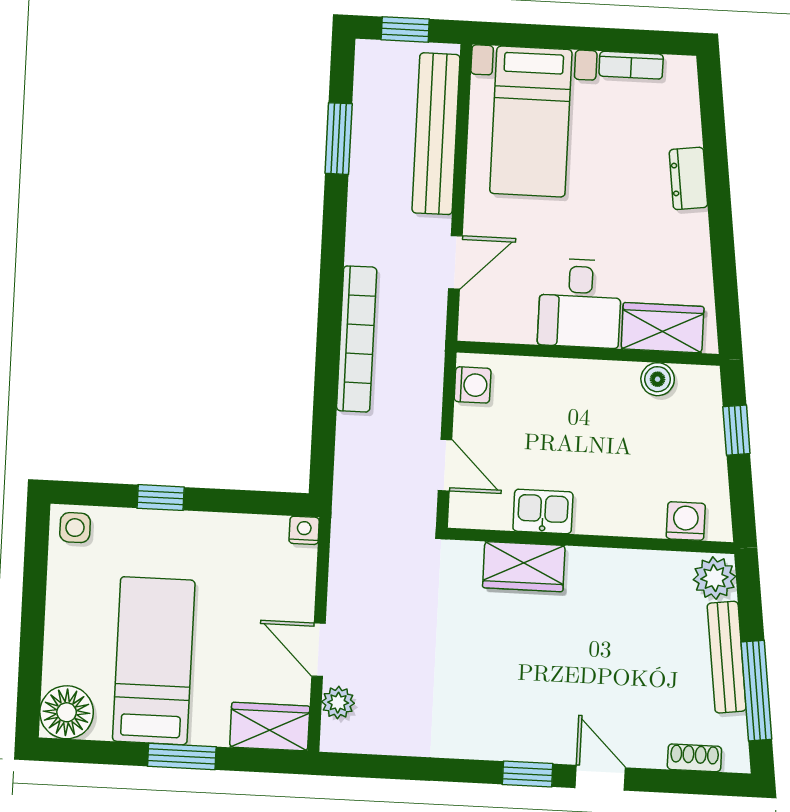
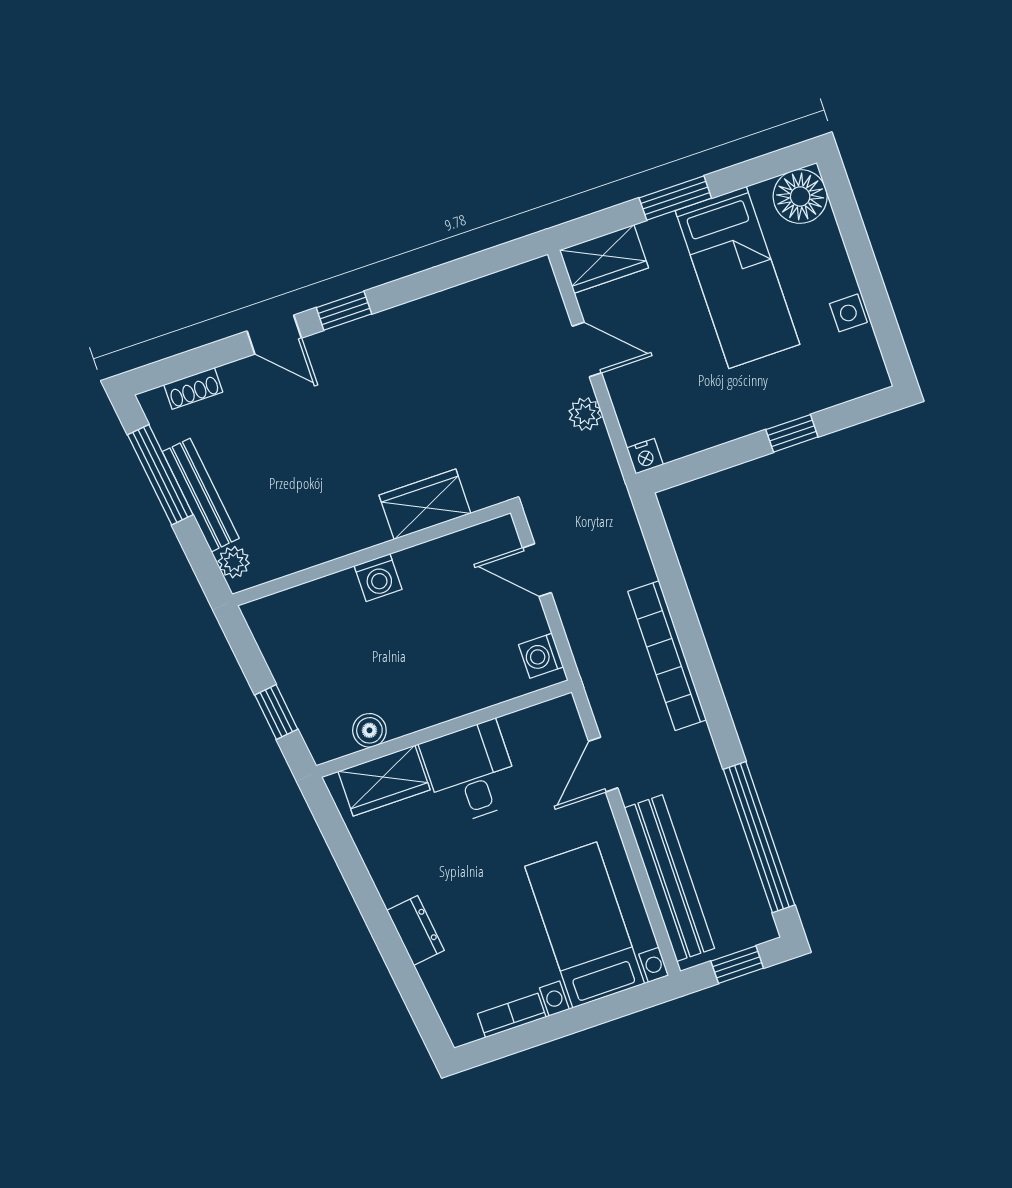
window: (339, 139) -> (759, 837), width x2.11
kitchen sink: (543, 511) -> (428, 563), removed
washing machine: (686, 521) -> (378, 578), moved
side table: (75, 528) -> (848, 313), moved
plant: (714, 578) -> (234, 562), width x0.73, depth x0.73
plant: (338, 703) -> (585, 414), moved

